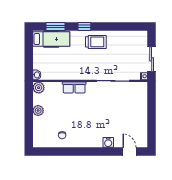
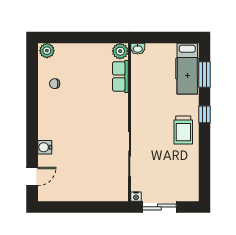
row of seats: (74, 87) -> (120, 76), moved
plant: (38, 111) -> (47, 51), moved

